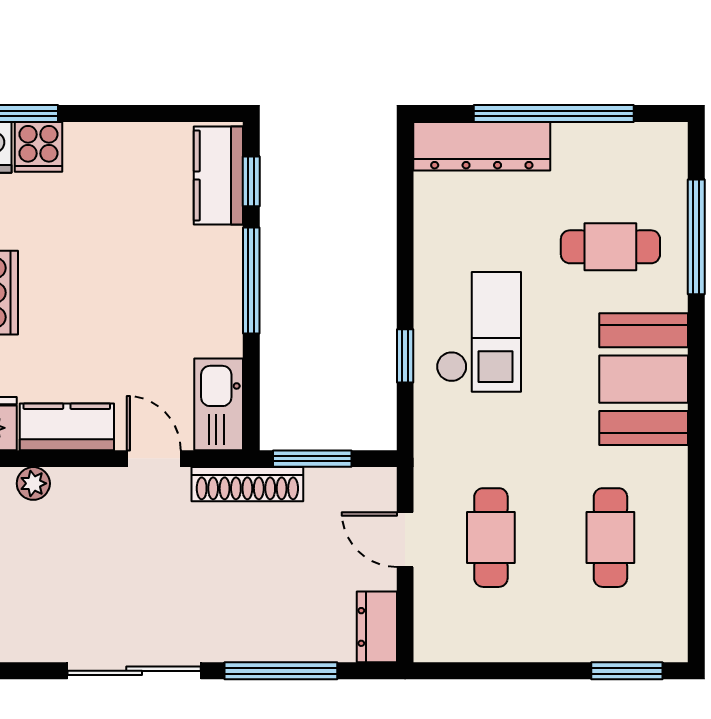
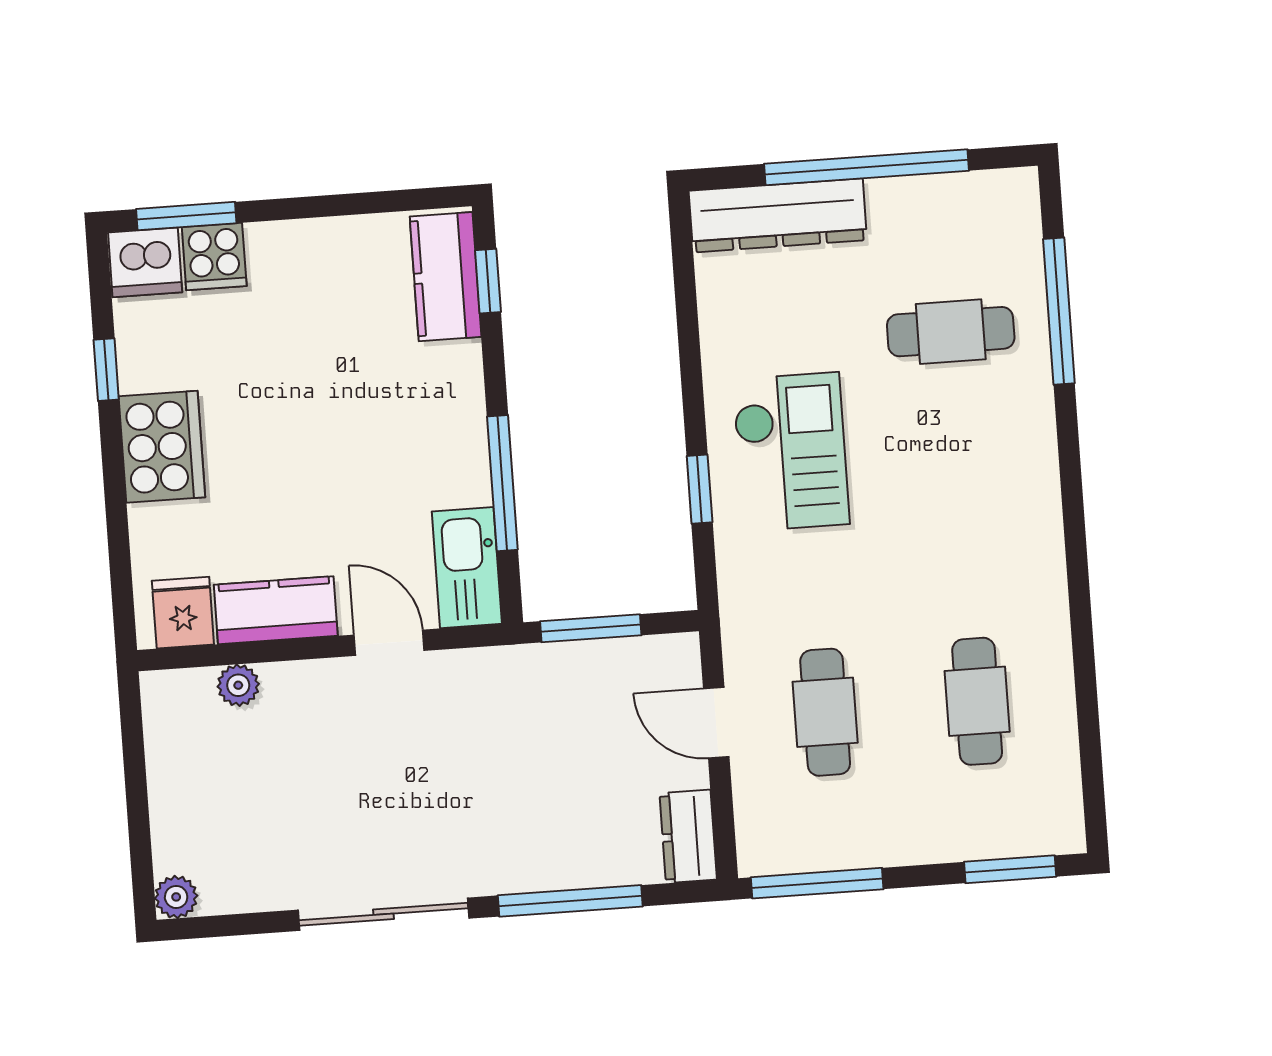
window: (251, 280) -> (502, 483), moved
booth: (644, 379) -> (1005, 497), removed
shoe rack: (247, 484) -> (511, 667), removed
window: (475, 671) -> (817, 883), added

